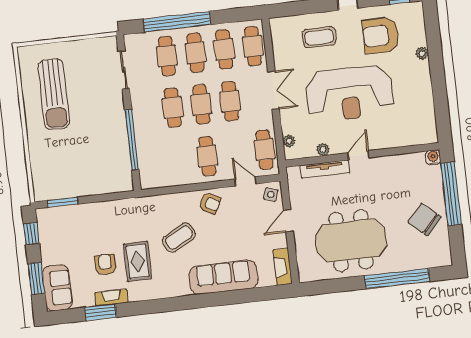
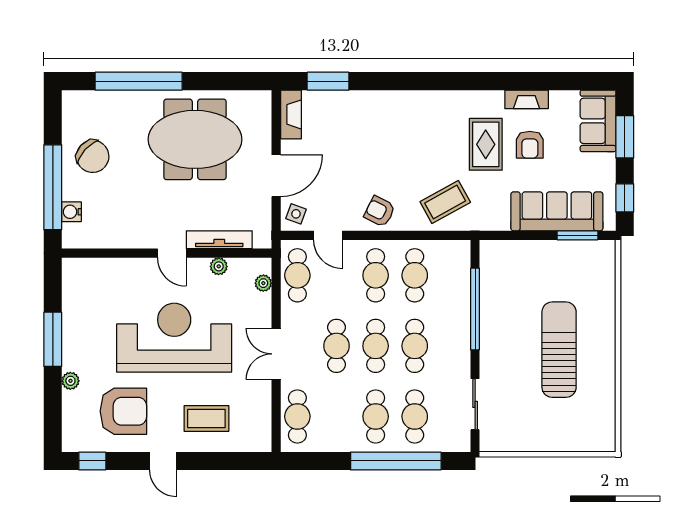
cafe table: (224, 49) -> (415, 275), moved
window: (438, 82) -> (53, 339), added
sun lounger: (54, 94) -> (559, 350), moved
door: (358, 155) -> (172, 253), hinge flipped
water cooler: (433, 157) -> (72, 212), moved, turned 90
door: (288, 221) -> (276, 176), width x1.38
coffee table: (179, 238) -> (445, 202), moved
sofa: (223, 277) -> (557, 211), moved, turned 180
window: (101, 312) -> (328, 81), moved

